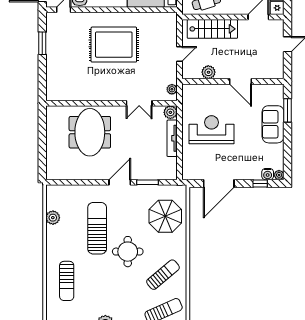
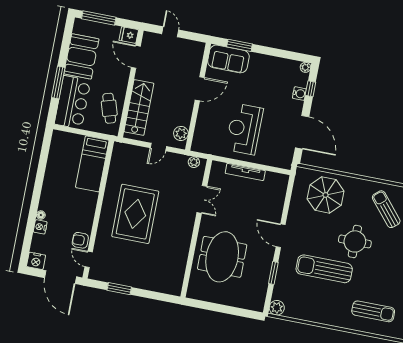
door: (179, 54) -> (158, 147), swing flipped
plant: (208, 72) -> (181, 133), moved
plant: (170, 112) -> (218, 168), removed
sofa: (273, 124) -> (228, 59), moved
meeting table: (90, 132) -> (222, 257), turned 90
water cooler: (268, 174) -> (299, 94), moved
window: (147, 182) -> (273, 273), moved
plant: (53, 218) -> (277, 308), moved

